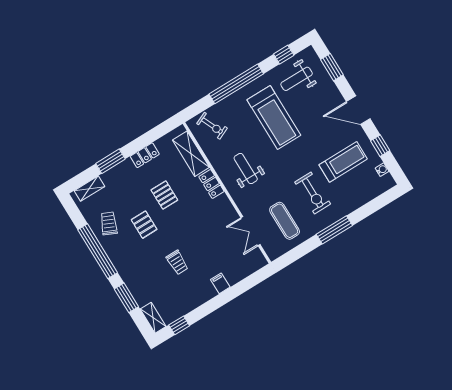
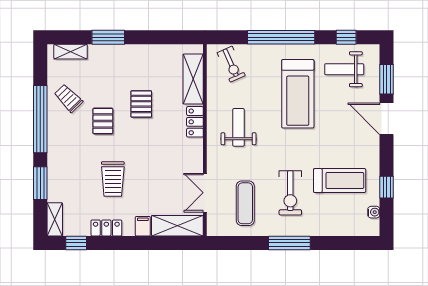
door: (358, 110) -> (387, 119), moved
locker: (145, 155) -> (106, 228), moved, turned 180
trolley: (109, 223) -> (68, 98), turned -68
trolley: (177, 262) -> (113, 179), width x1.36, depth x1.39
shelving: (245, 268) -> (177, 226), added

